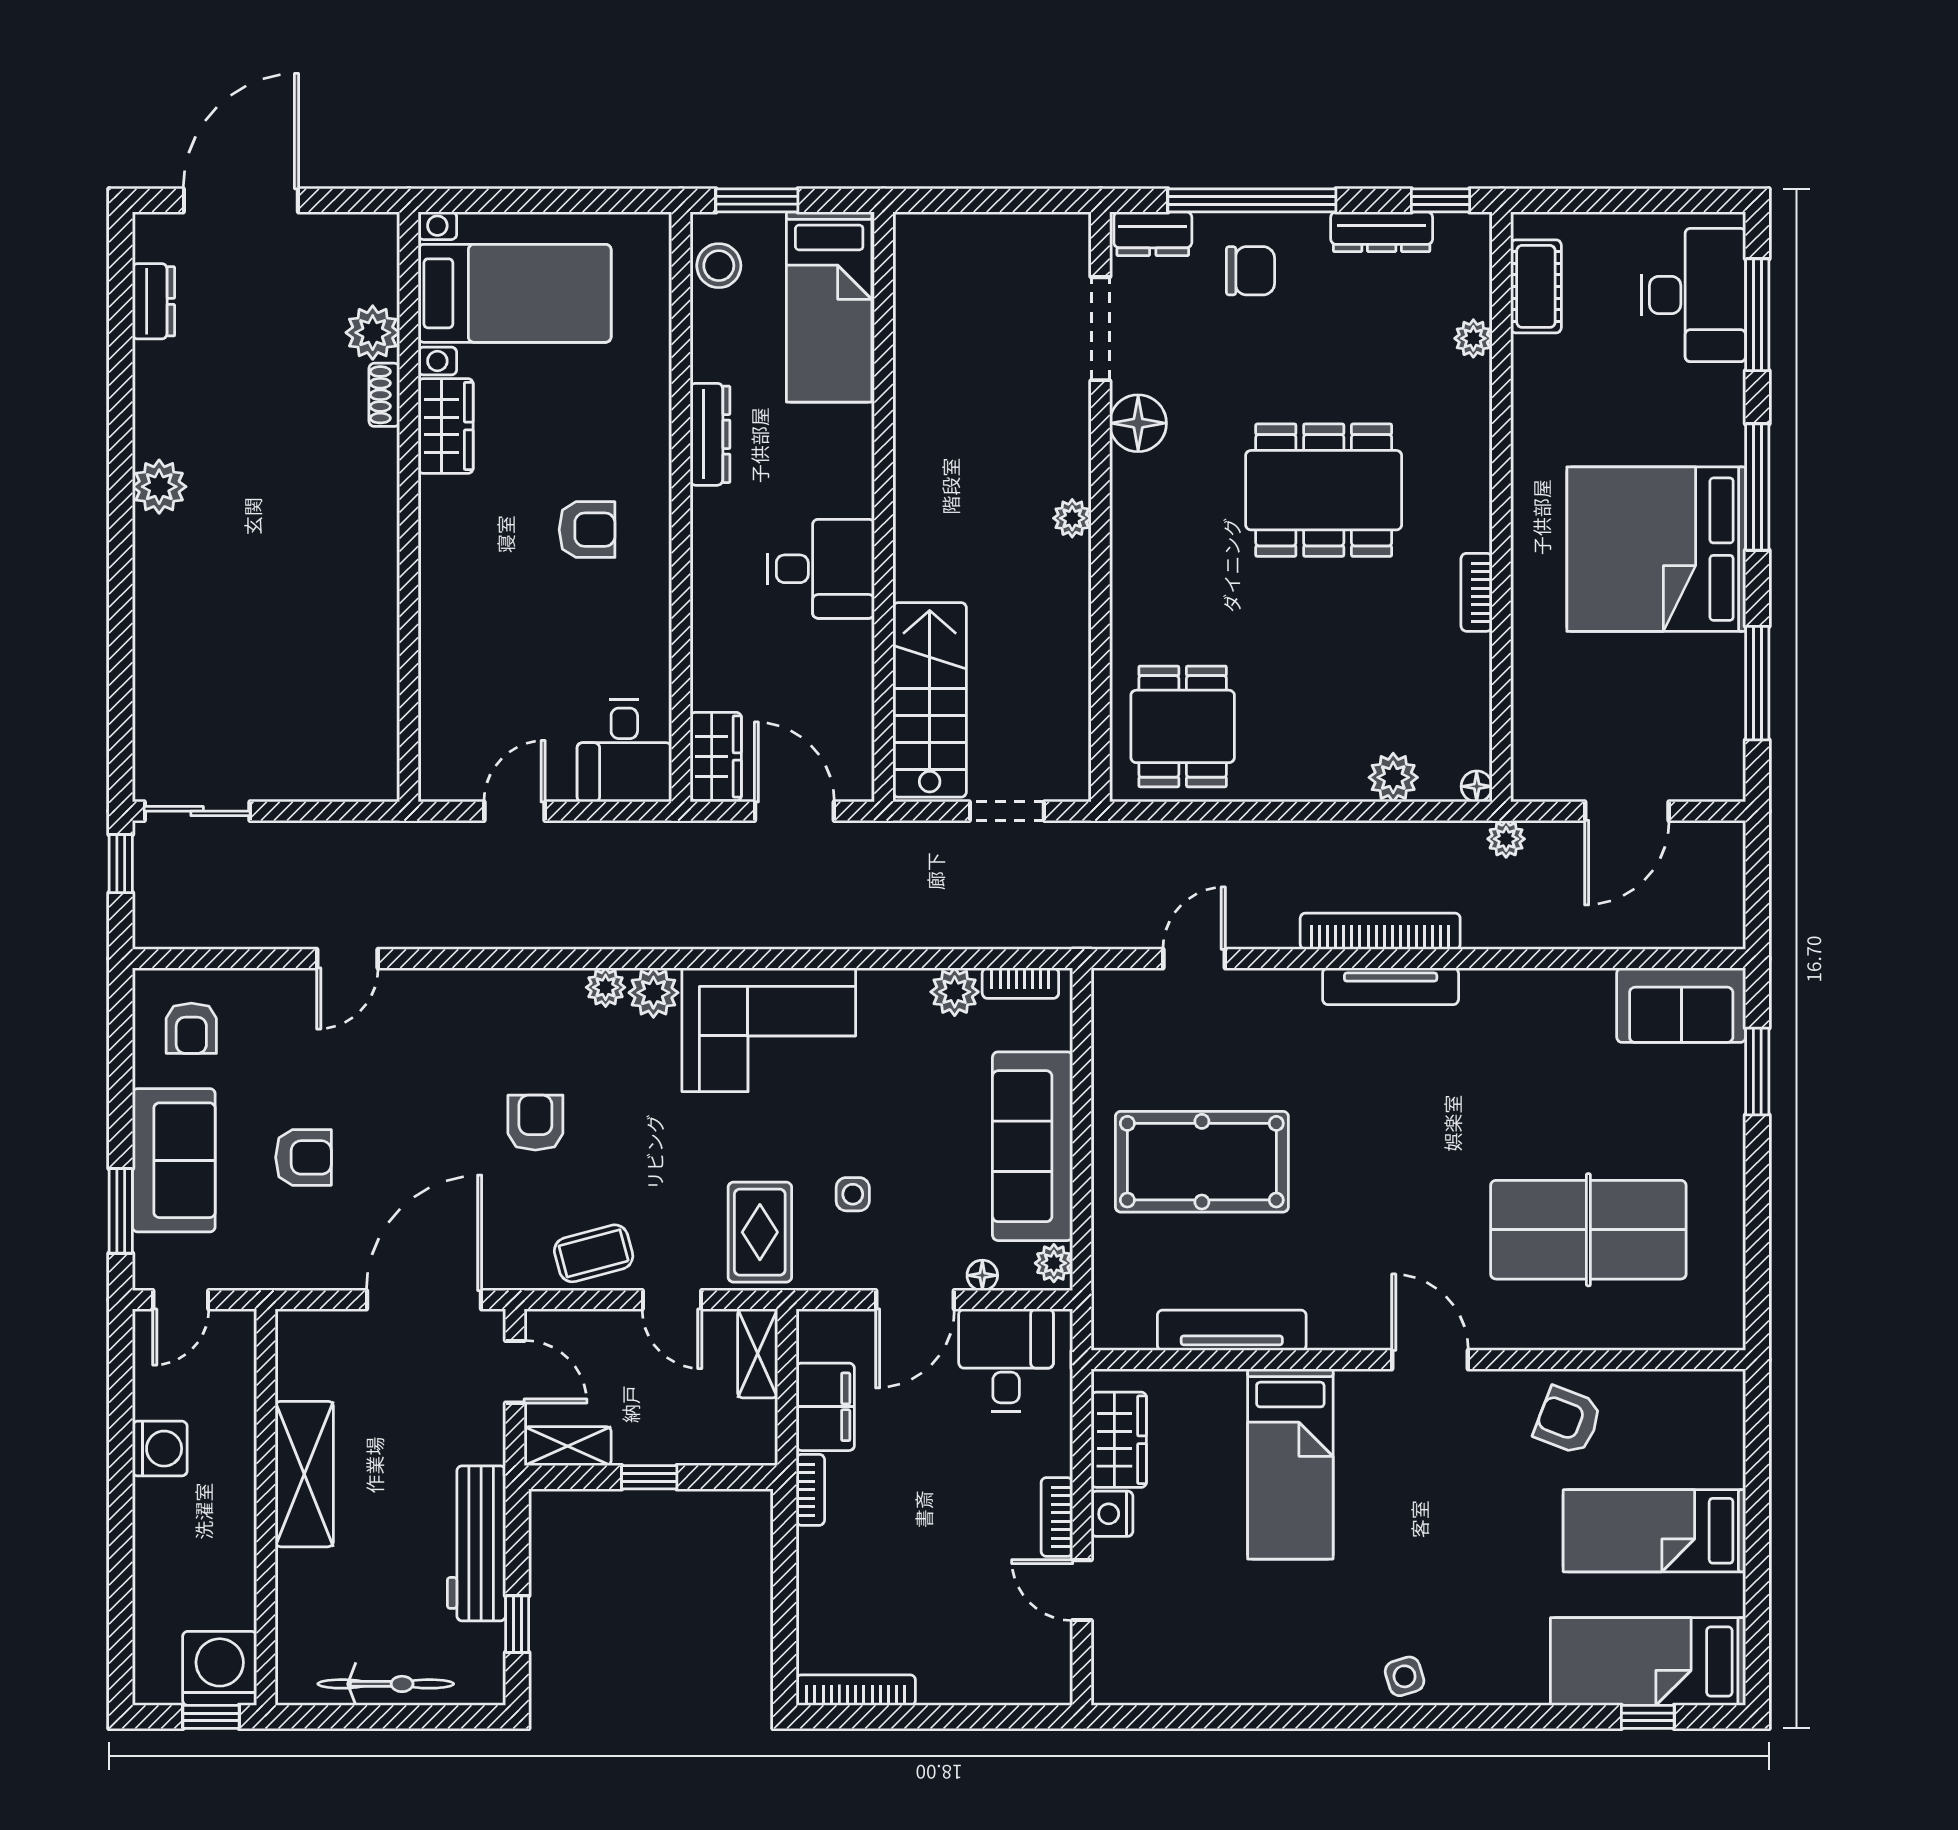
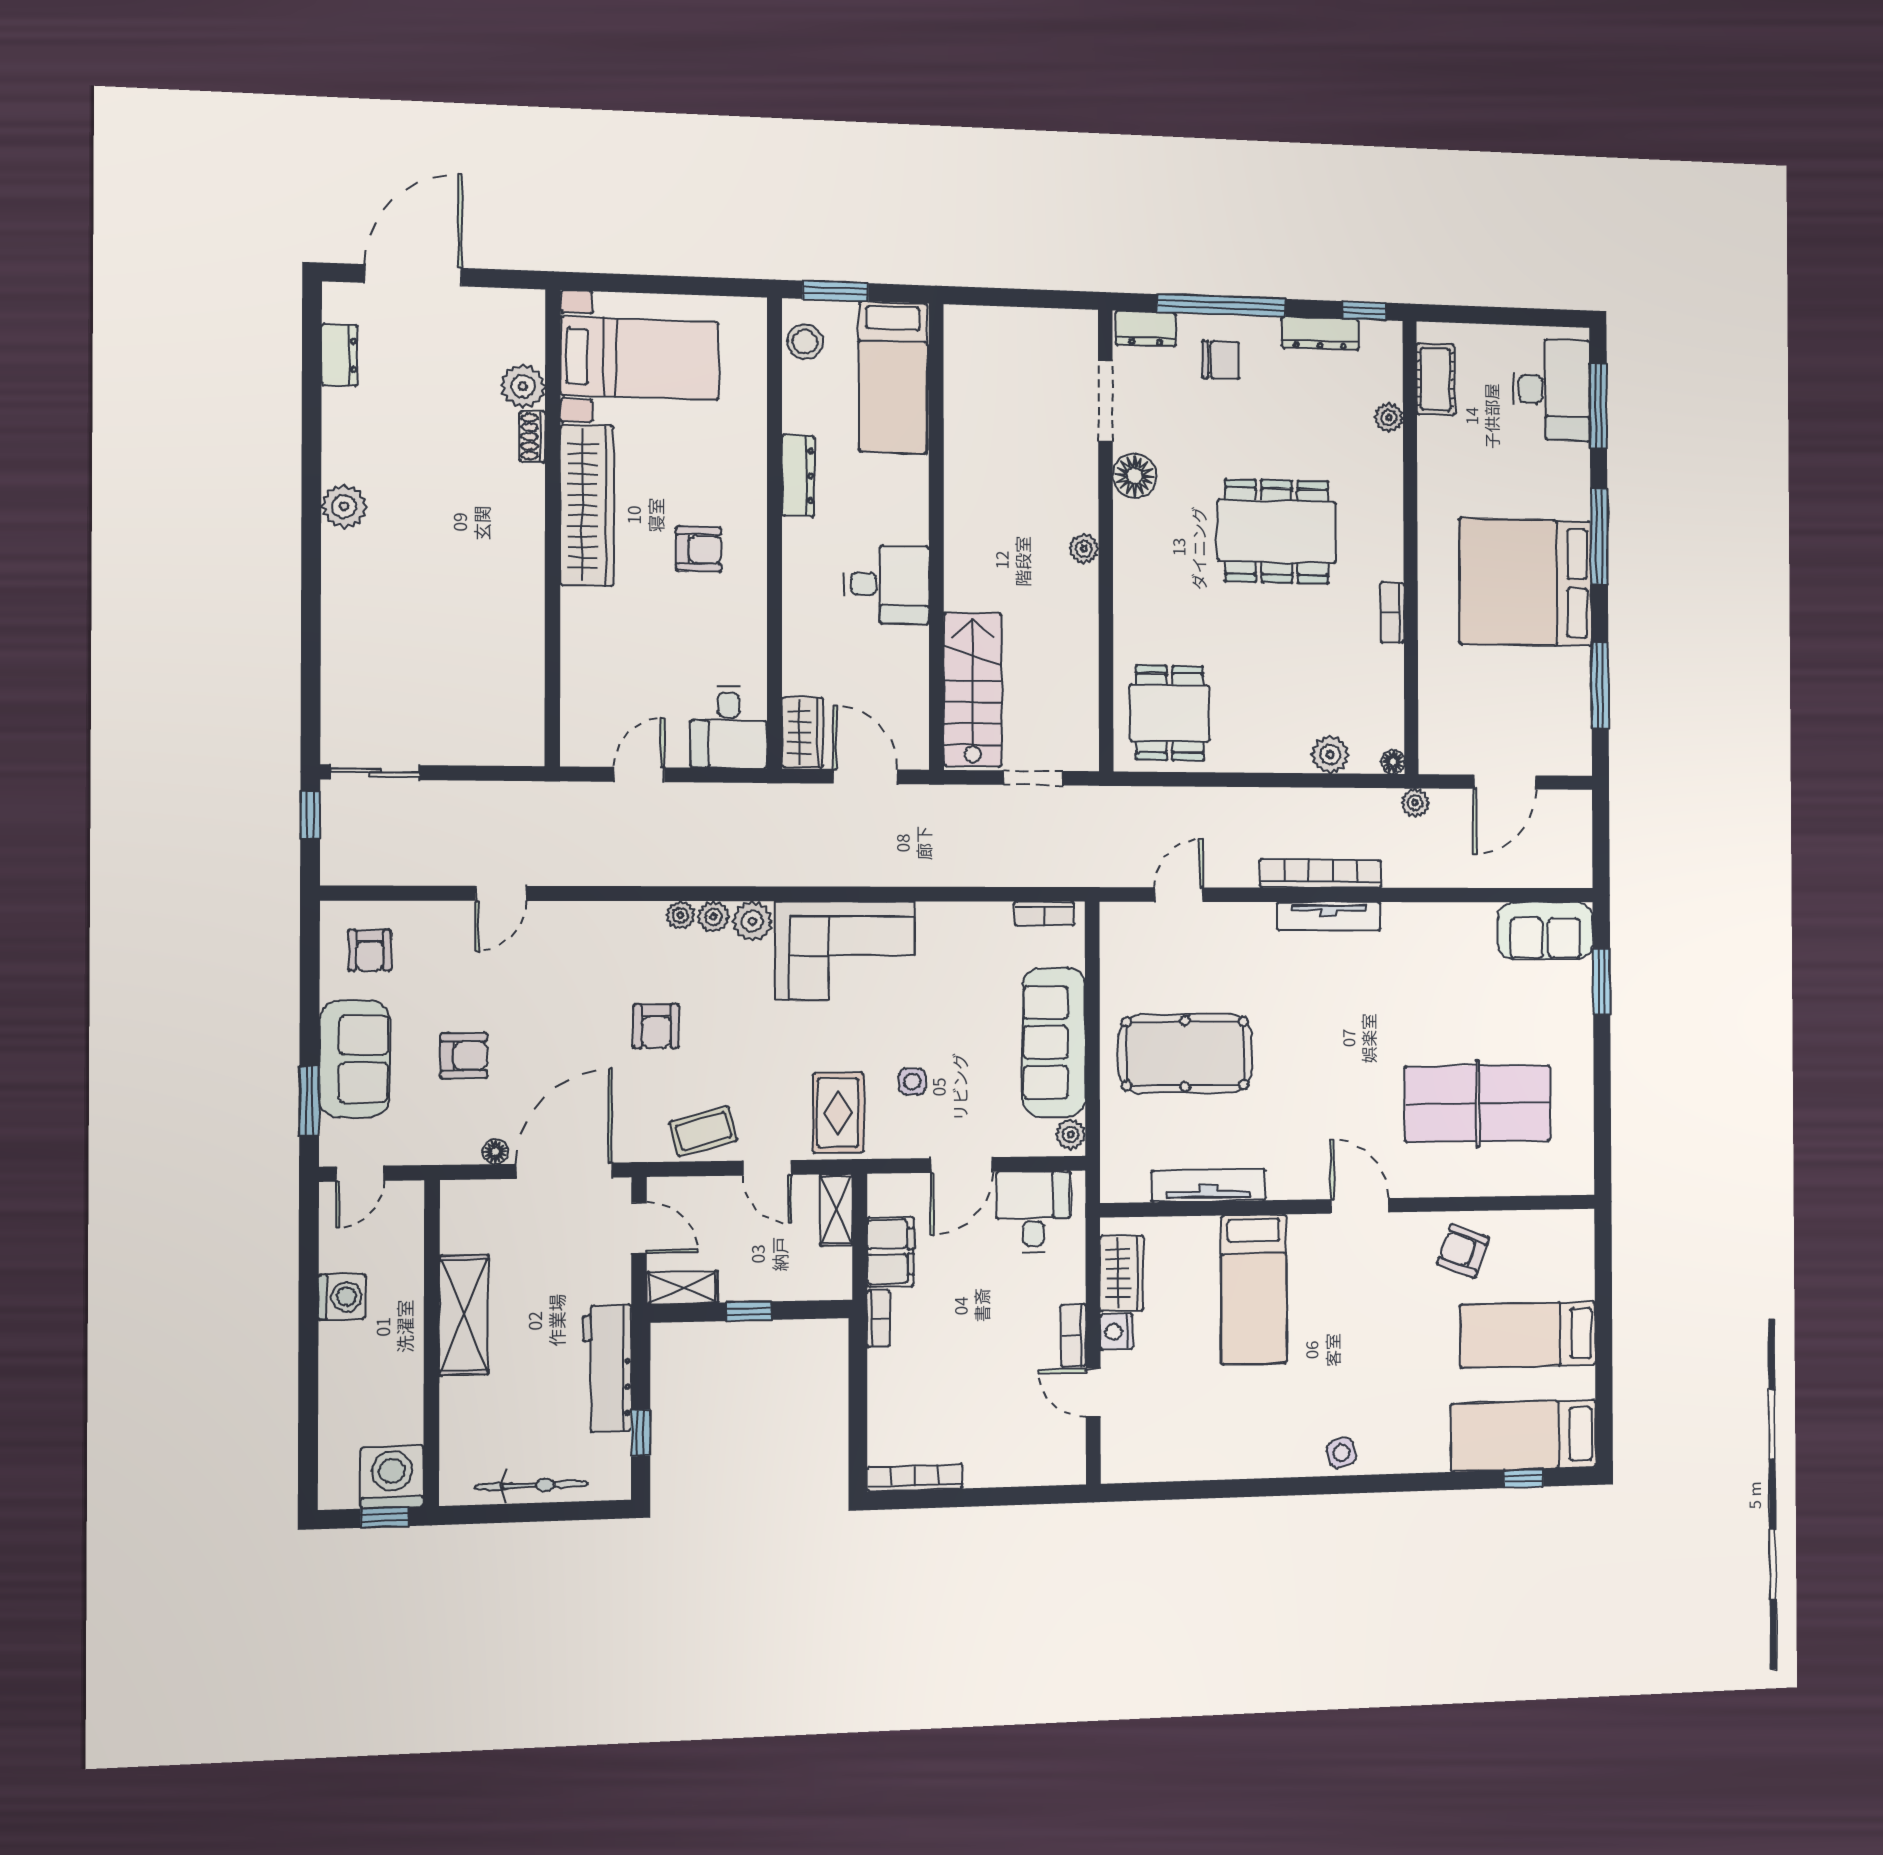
wardrobe: (446, 426) -> (587, 505), width x2.10, depth x1.17
plant: (955, 992) -> (680, 915), moved, width x0.73, depth x0.73
armchair: (535, 1123) -> (656, 1026), turned 180
floor lamp: (982, 1275) -> (495, 1152), moved

